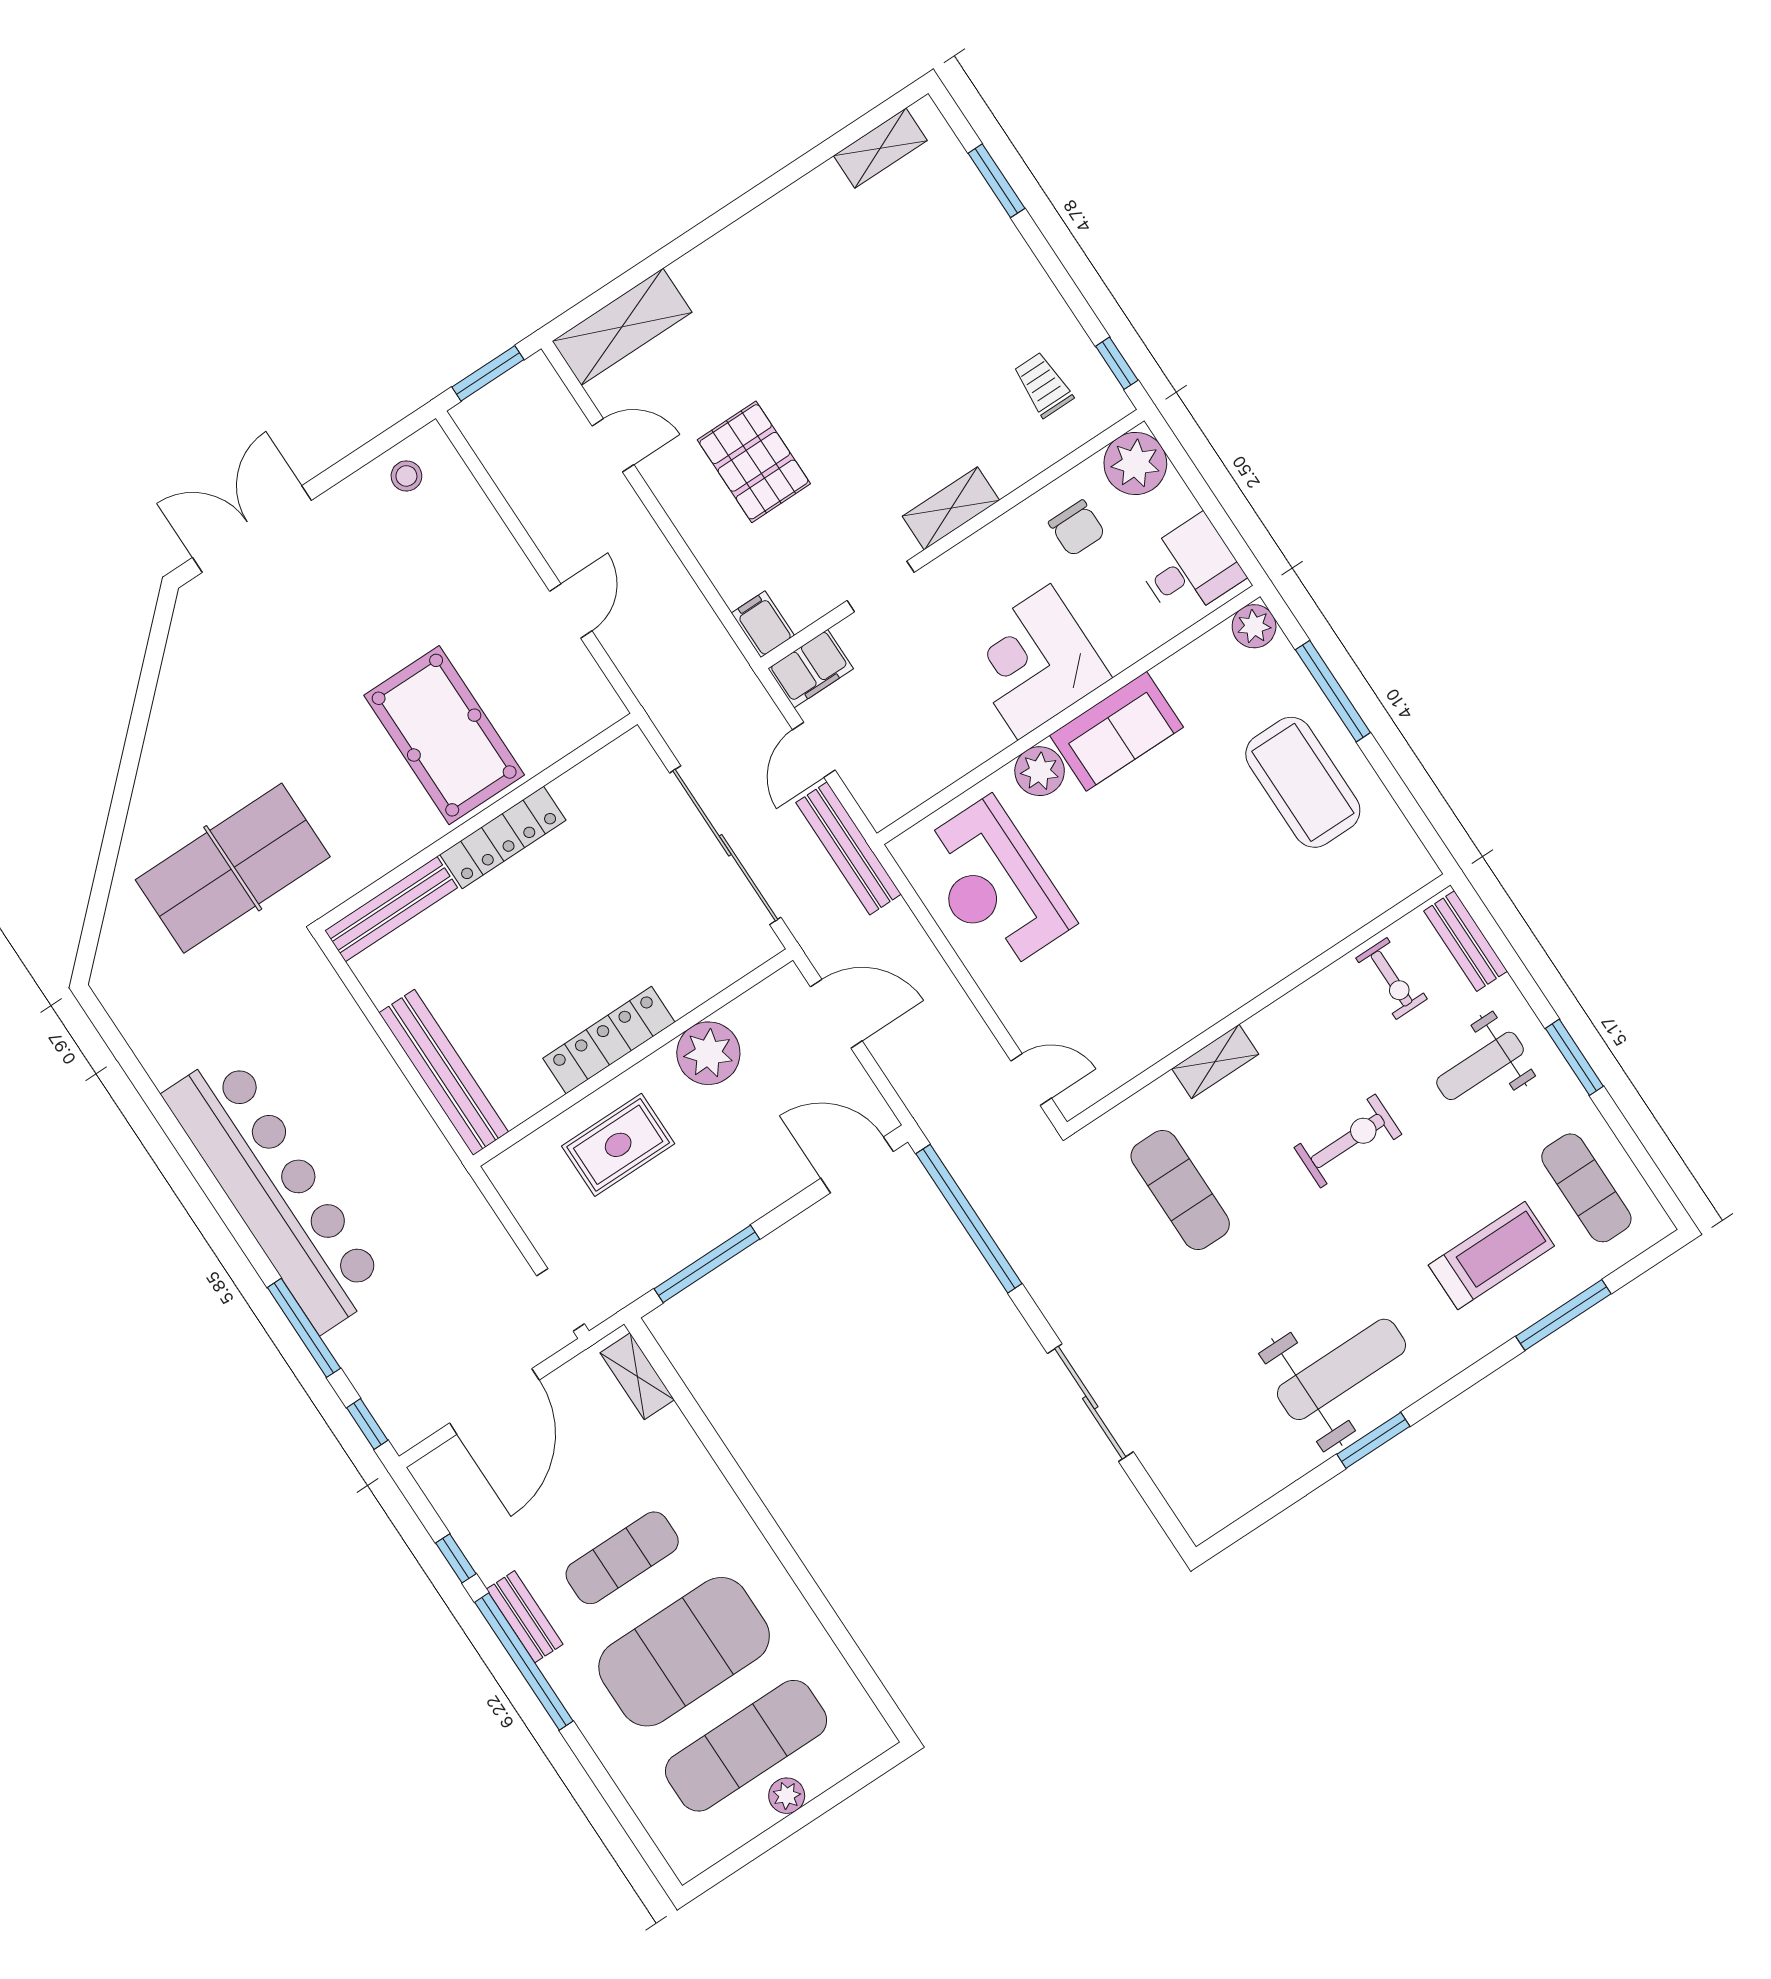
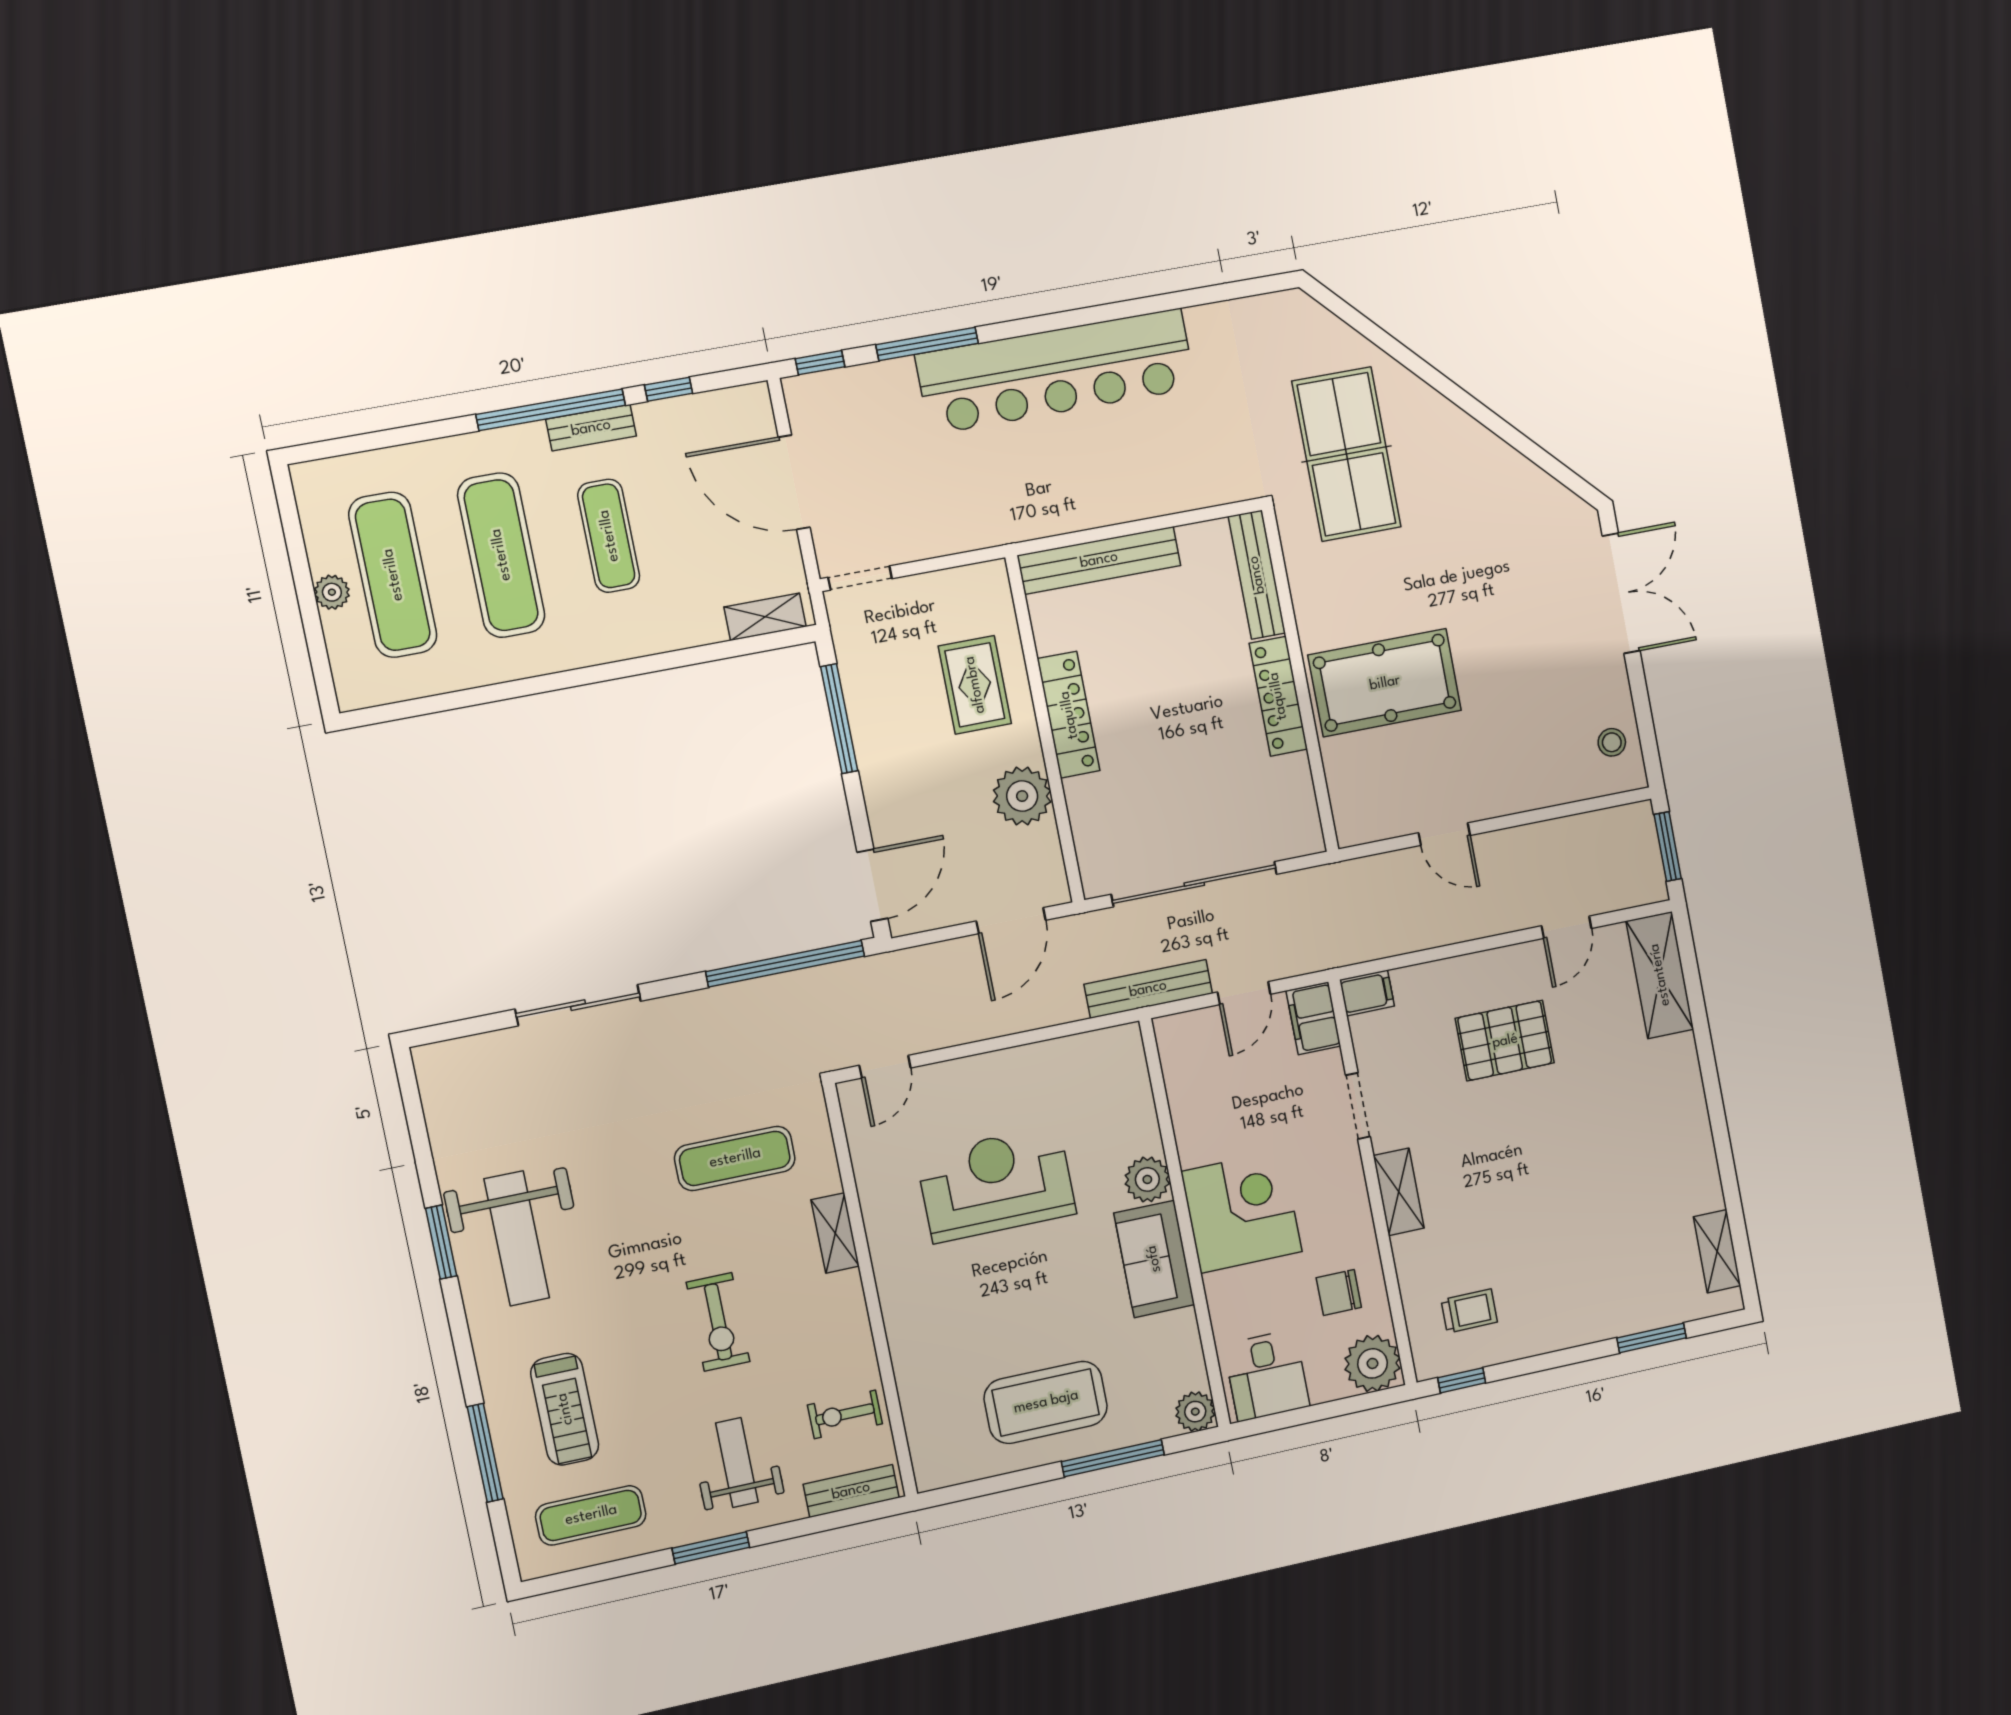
door: (814, 750) -> (1244, 993), swing flipped
reception desk: (994, 885) -> (996, 1184), moved
exercise mat: (684, 1652) -> (501, 555), width x0.68

